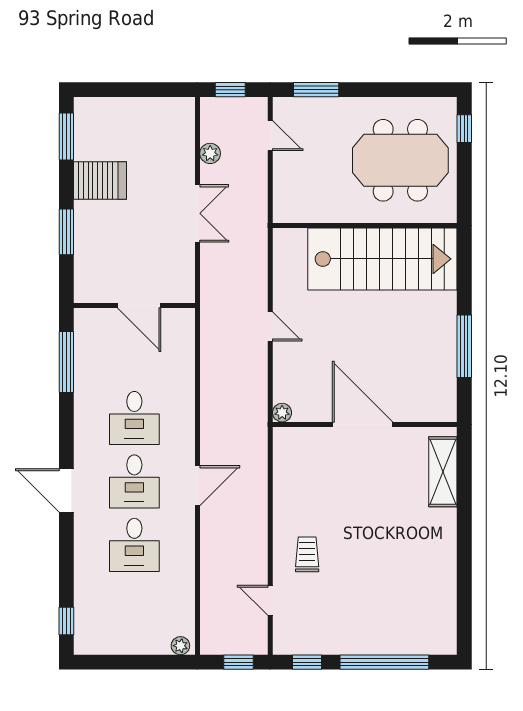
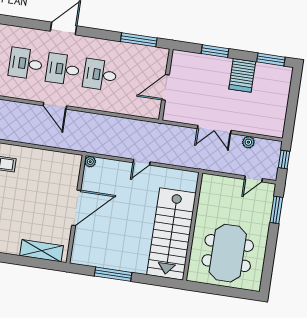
window: (464, 129) -> (241, 293), removed

